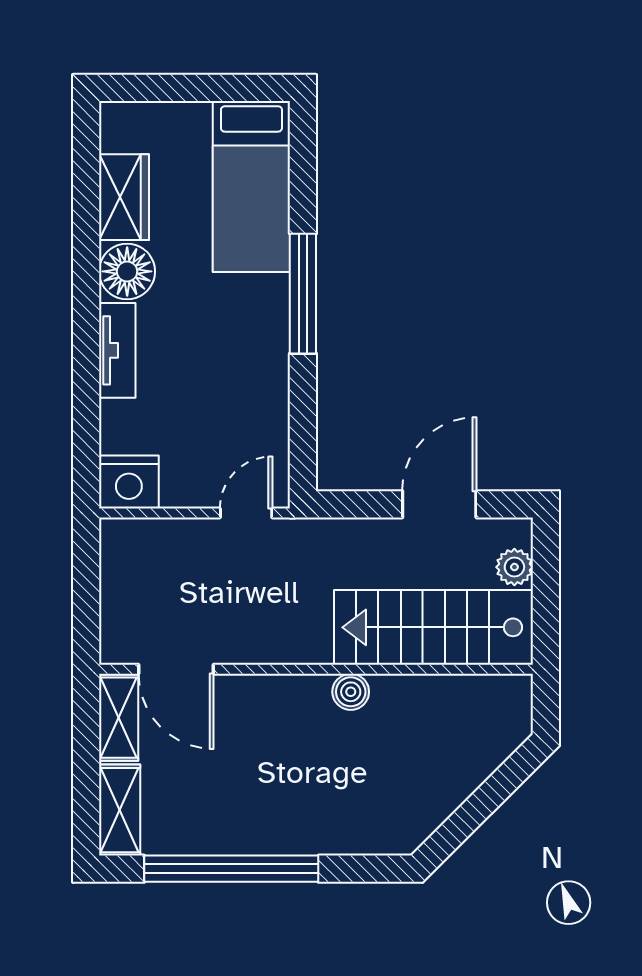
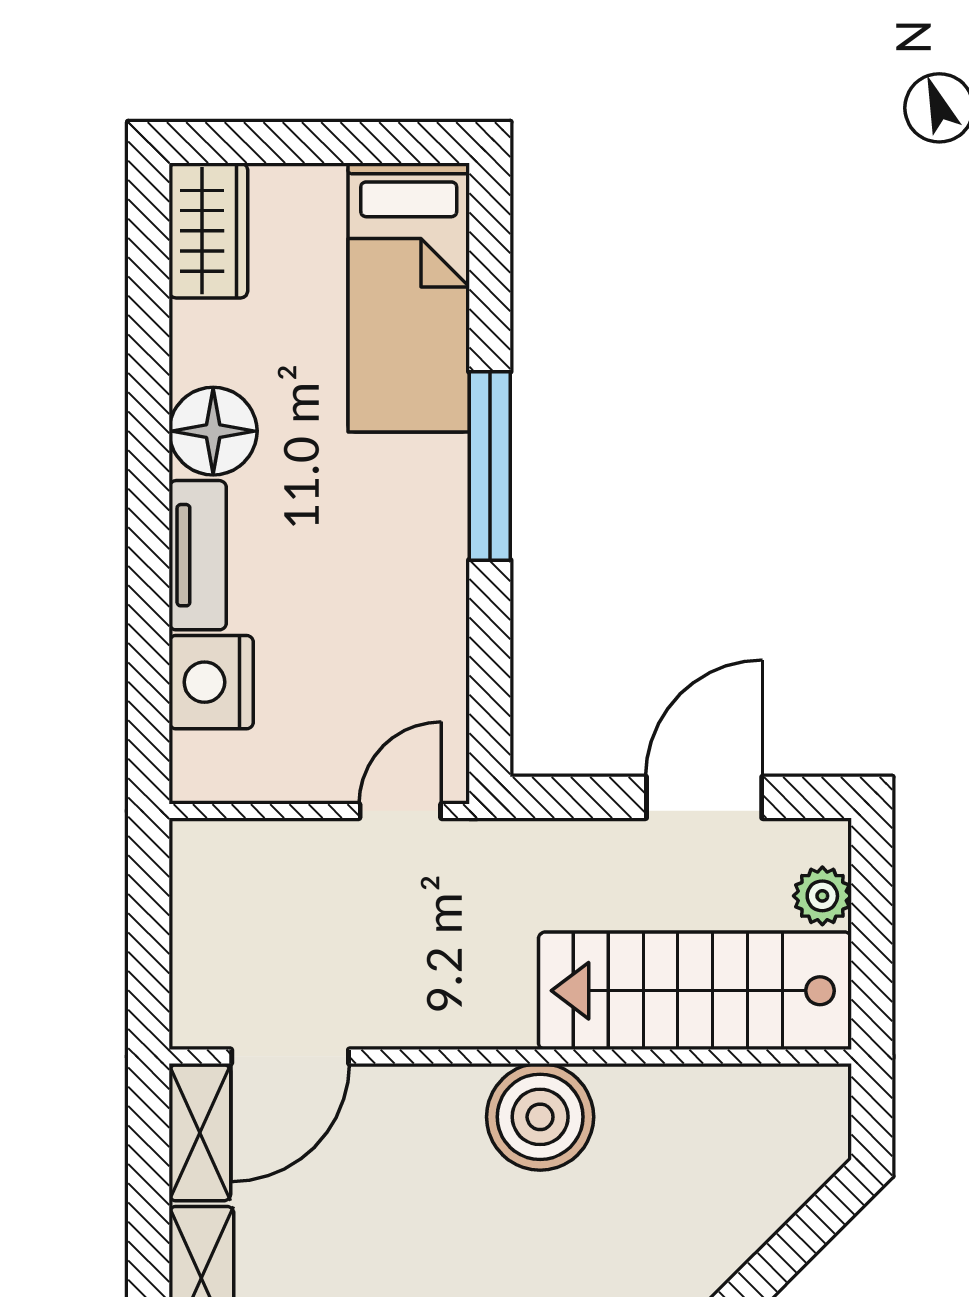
wardrobe: (124, 197) -> (208, 231), moved
nightstand: (129, 482) -> (211, 682), moved, turned 90
door: (176, 669) -> (290, 1057), hinge flipped
boiler: (351, 692) -> (540, 1117), width x1.86, depth x1.86

